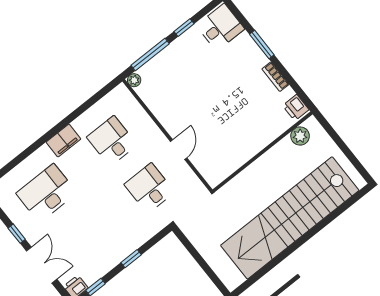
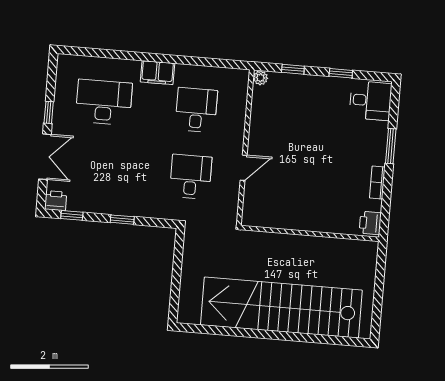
window: (150, 55) -> (293, 69), width x0.46
plant: (300, 136) -> (352, 249), removed

